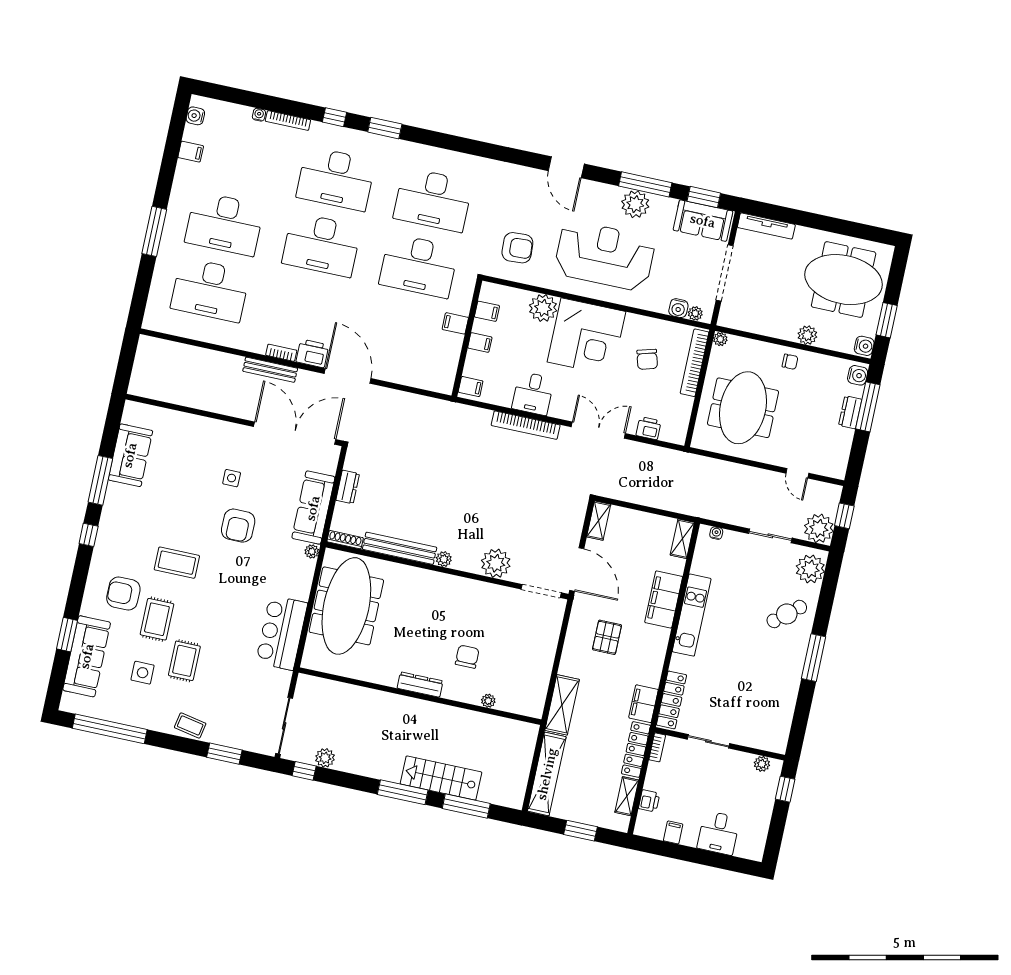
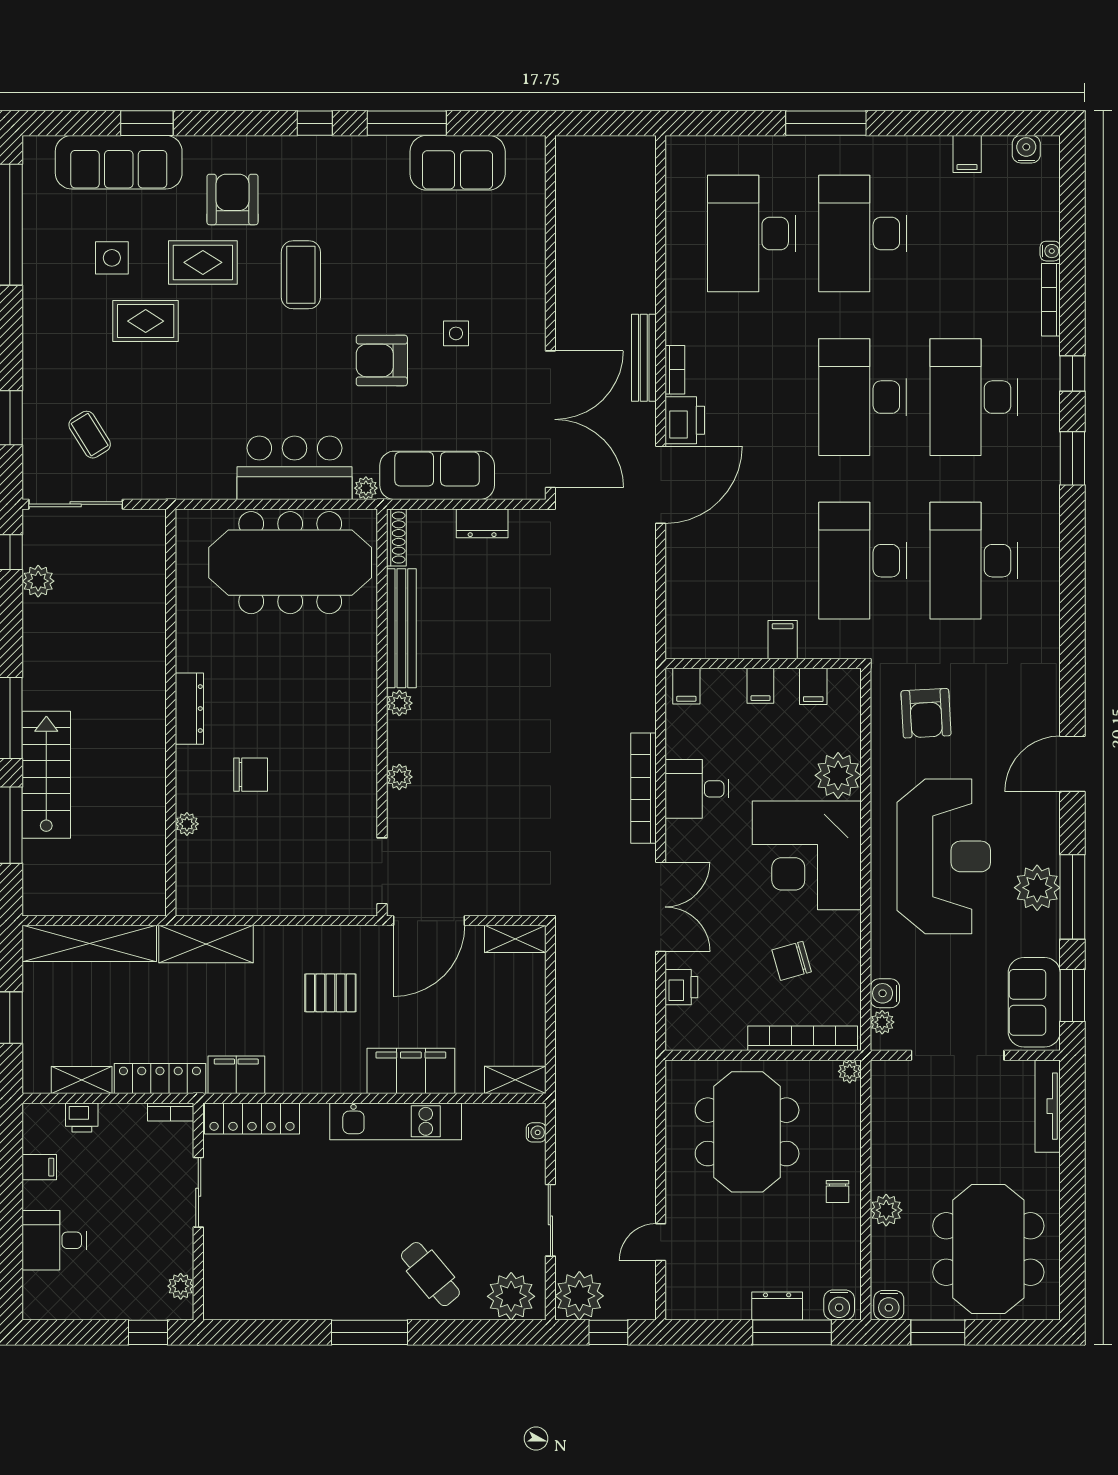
meeting table: (743, 408) -> (747, 1132), turned 90
plant: (496, 563) -> (399, 777), width x0.53, depth x0.53
bar counter: (282, 633) -> (295, 468), moved
coffee table: (190, 725) -> (90, 435), moved, turned -43

